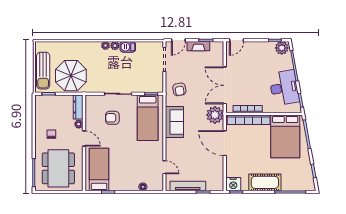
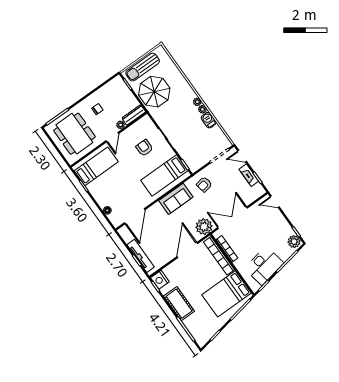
door: (164, 167) -> (135, 216), width x1.88
dining table: (58, 168) -> (74, 134), turned 90
tv unit: (188, 186) -> (141, 256), moved

